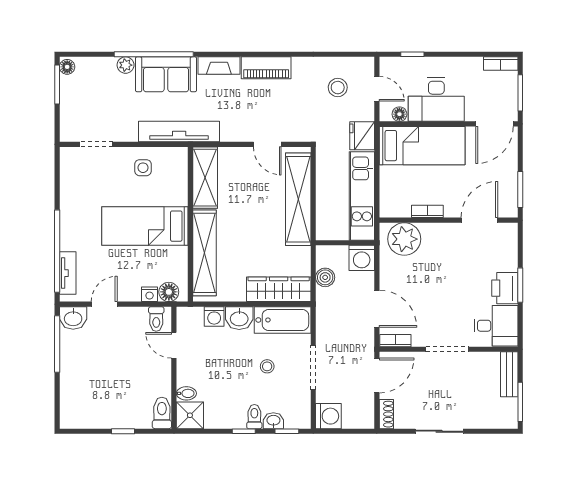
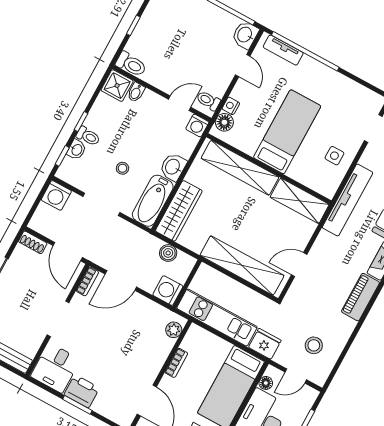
plant: (404, 239) -> (174, 330), width x0.53, depth x0.53
washing machine: (214, 316) -> (197, 126), moved, turned -90

